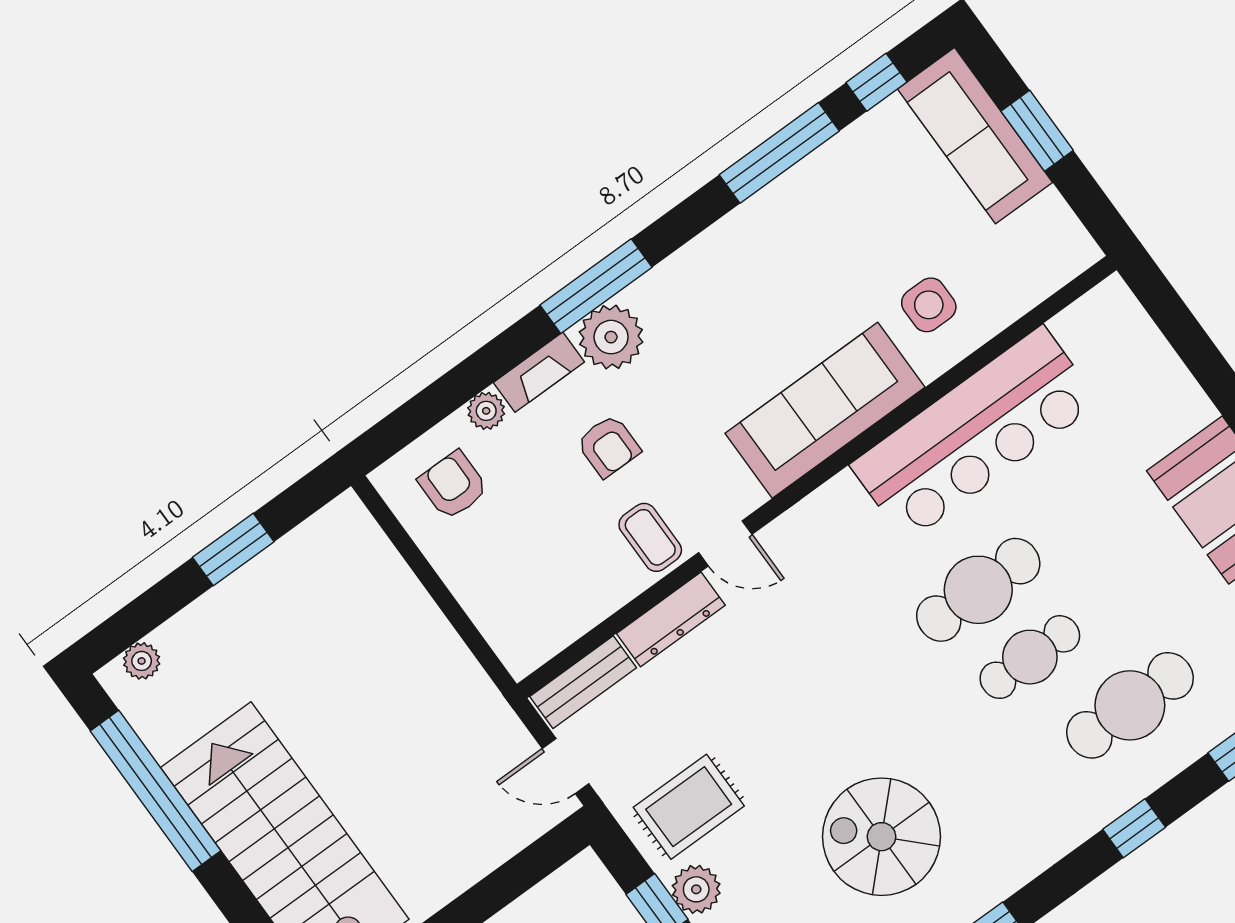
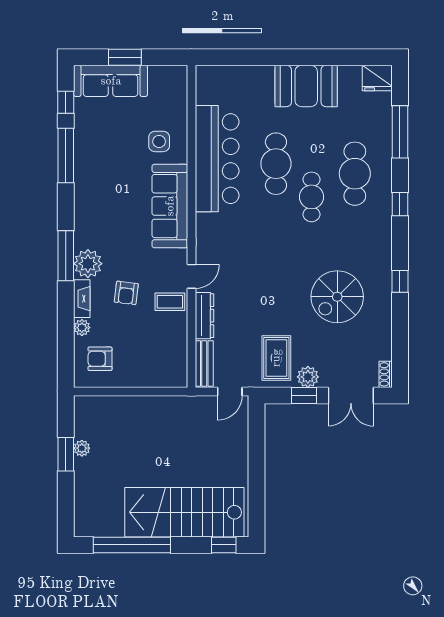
armchair: (608, 446) -> (126, 293), turned 97
cafe table: (978, 590) -> (276, 164), moved
plant: (142, 661) -> (82, 448), moved

